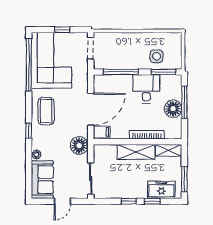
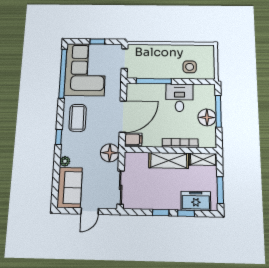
window: (164, 72) -> (197, 82), removed

